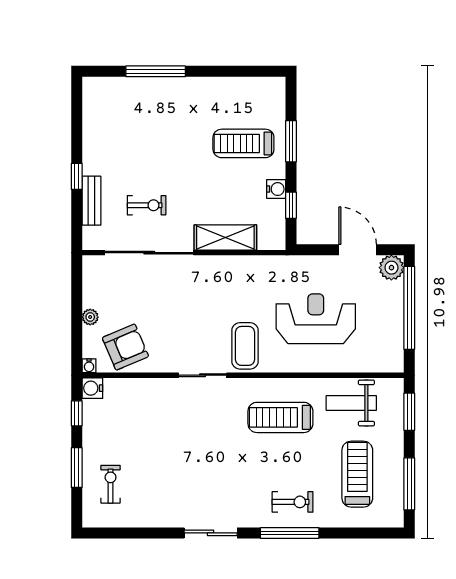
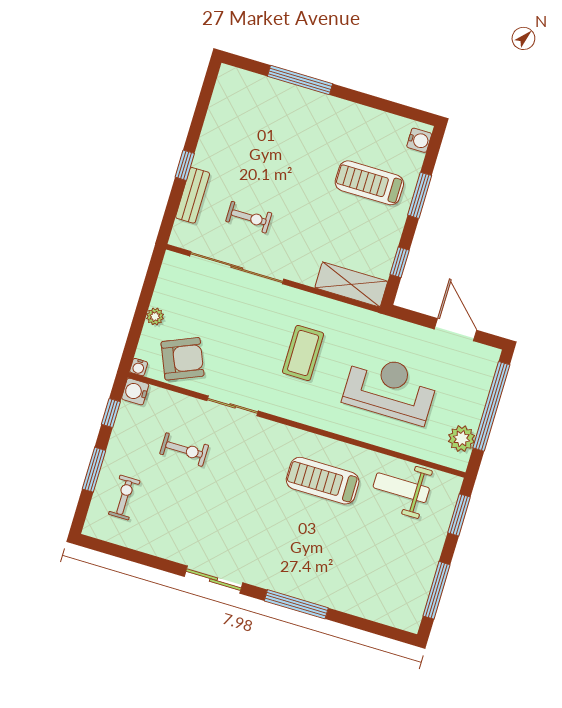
water cooler: (276, 189) -> (419, 140), moved
shelving: (225, 238) -> (351, 285), moved
plant: (391, 268) -> (462, 439), moved
coffee table: (245, 346) -> (303, 353), moved
sliding door: (203, 375) -> (233, 406), moved
treadmill: (357, 474) -> (385, 564), removed
exercise bike: (293, 502) -> (184, 450), moved

